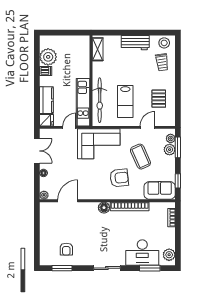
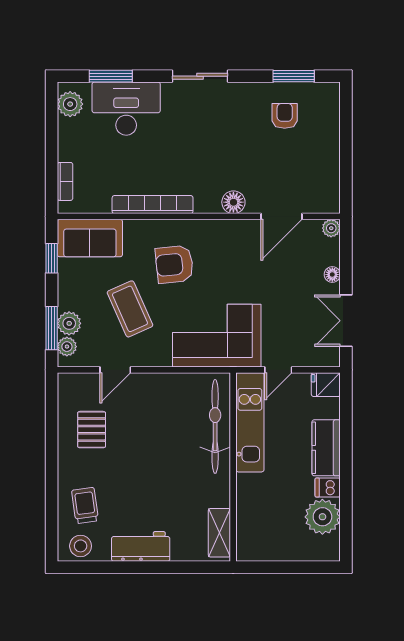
kitchen counter: (46, 100) -> (326, 448), moved
lab bench: (125, 101) -> (162, 424), removed
floor lamp: (104, 208) -> (233, 202), moved

